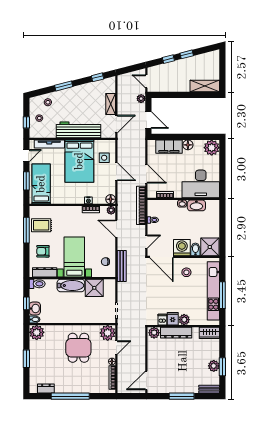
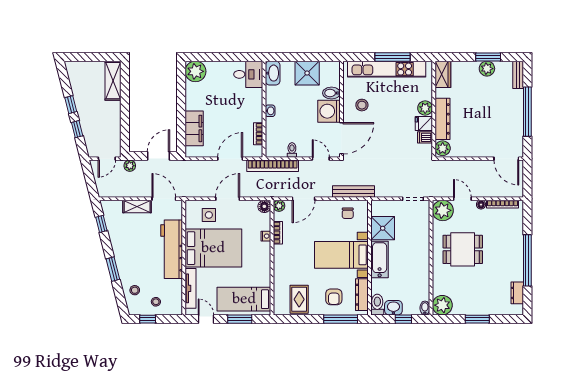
window: (26, 122) -> (148, 319), moved
floor lamp: (188, 145) -> (192, 103), removed
desk: (201, 184) -> (248, 74), width x0.53, depth x0.77
washbasin: (196, 205) -> (273, 73), moved
window: (26, 230) -> (341, 319), moved
shower: (210, 247) -> (307, 73), moved
washbasin: (35, 309) -> (393, 308), moved
window: (182, 396) -> (527, 112), width x1.46

